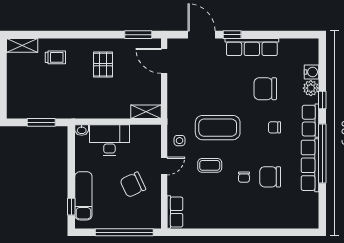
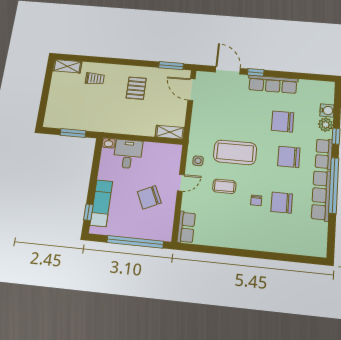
chair: (274, 127) -> (289, 157), width x1.87, depth x1.87
desk: (109, 140) -> (128, 154), width x0.73

